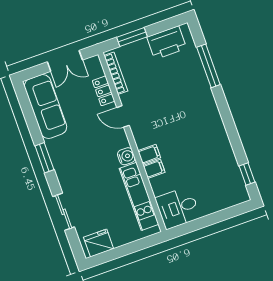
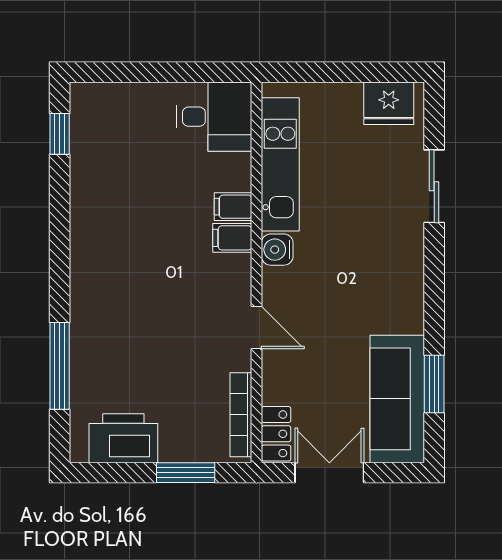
locker: (104, 91) -> (276, 434), moved
window: (44, 158) -> (434, 384), moved

